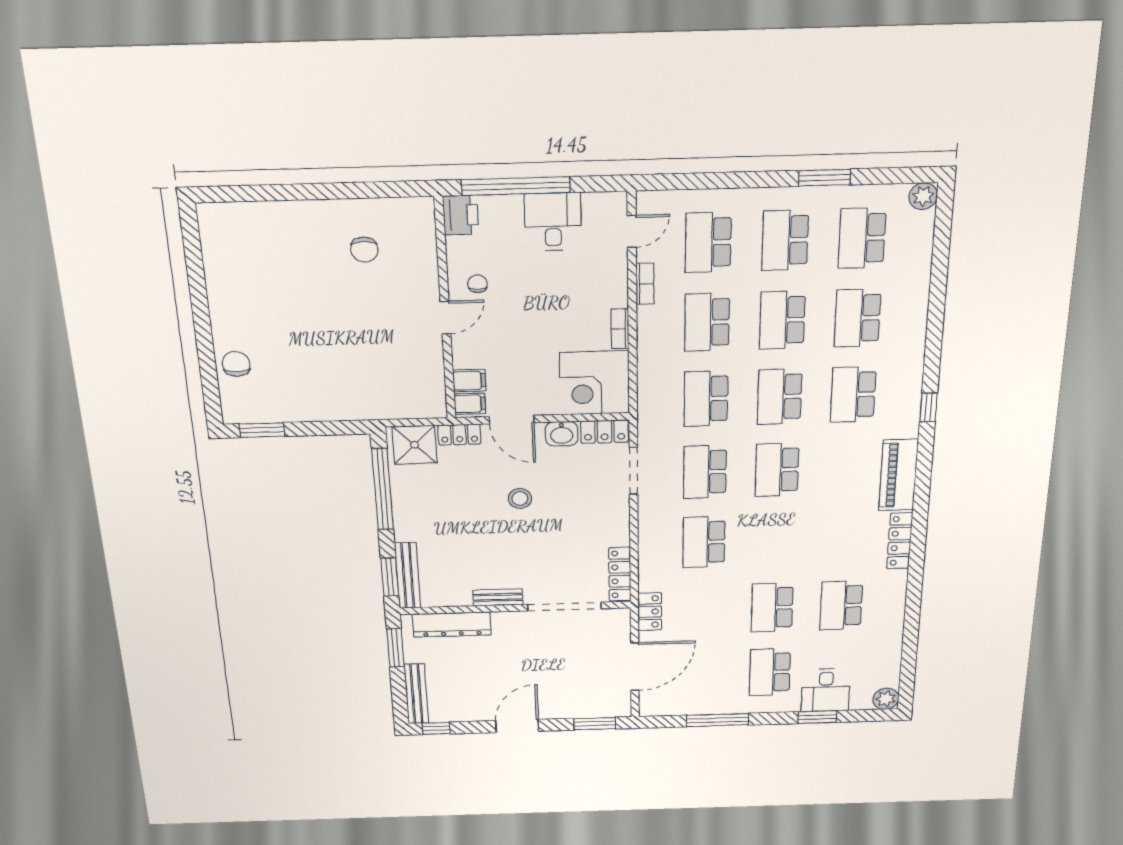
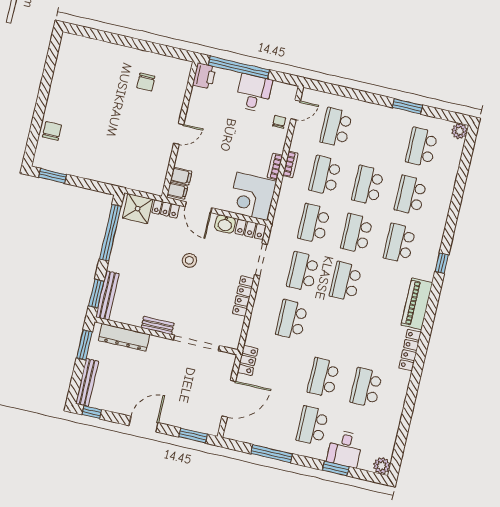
school desk: (785, 240) -> (379, 137), removed
chair: (478, 284) -> (279, 122), moved
bookcase: (645, 284) -> (290, 164), moved
locker: (620, 574) -> (243, 296), moved

